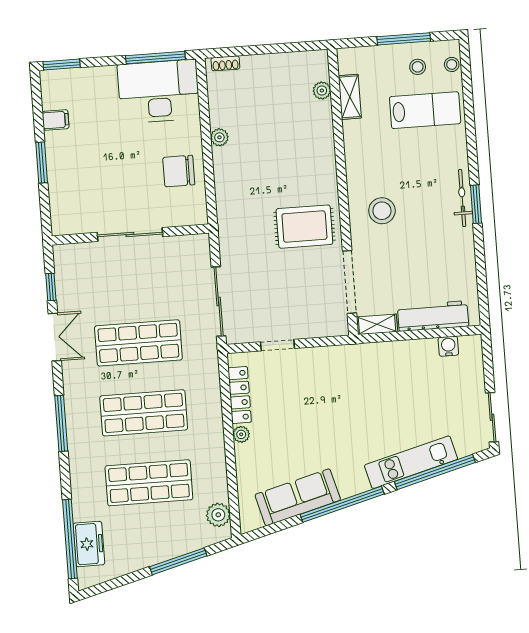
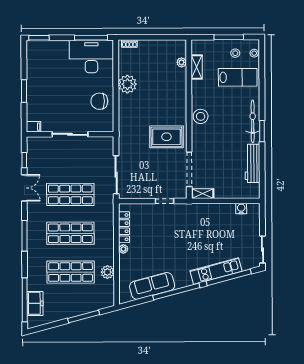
filing cabinet: (56, 120) -> (34, 127), moved
plant: (219, 137) -> (127, 84), width x1.87, depth x1.87
bicycle: (462, 198) -> (253, 121), width x1.37, depth x1.40
stool: (382, 211) -> (201, 116), moved
workbench: (433, 316) -> (253, 163), moved, turned -90
doorway: (277, 345) -> (165, 201), moved
plant: (218, 515) -> (107, 272), moved

